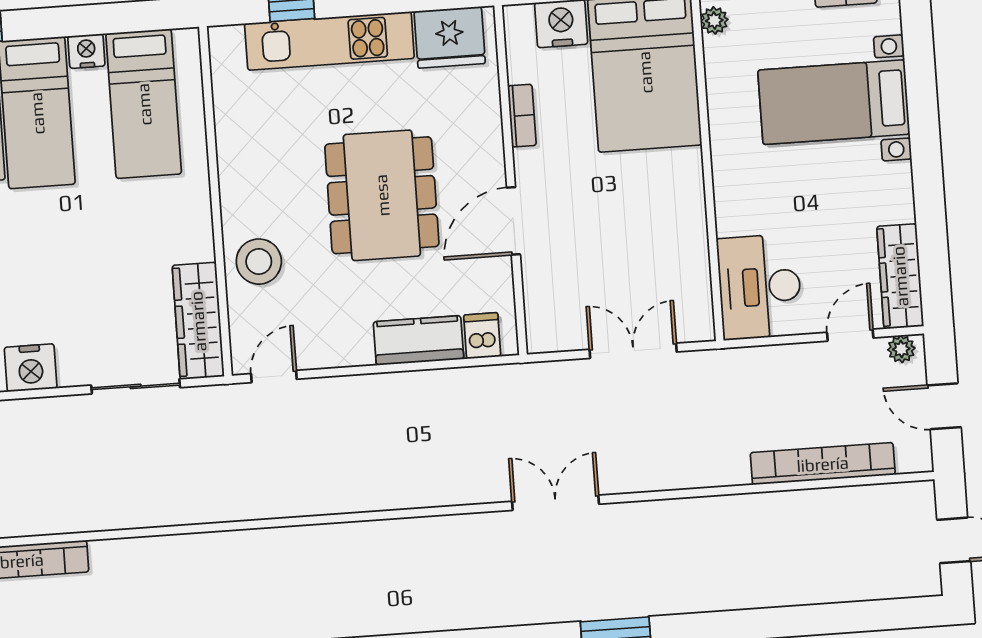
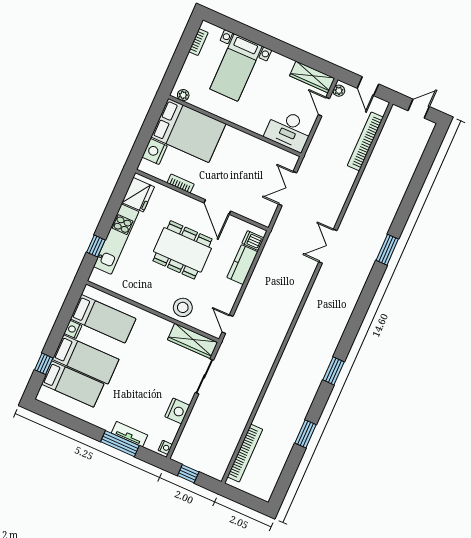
door: (944, 406) -> (368, 86), hinge flipped

